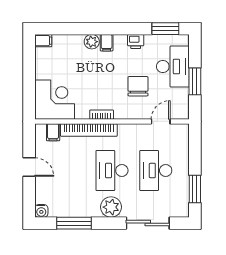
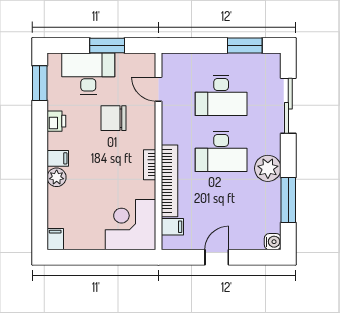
plant: (111, 207) -> (268, 168), moved

